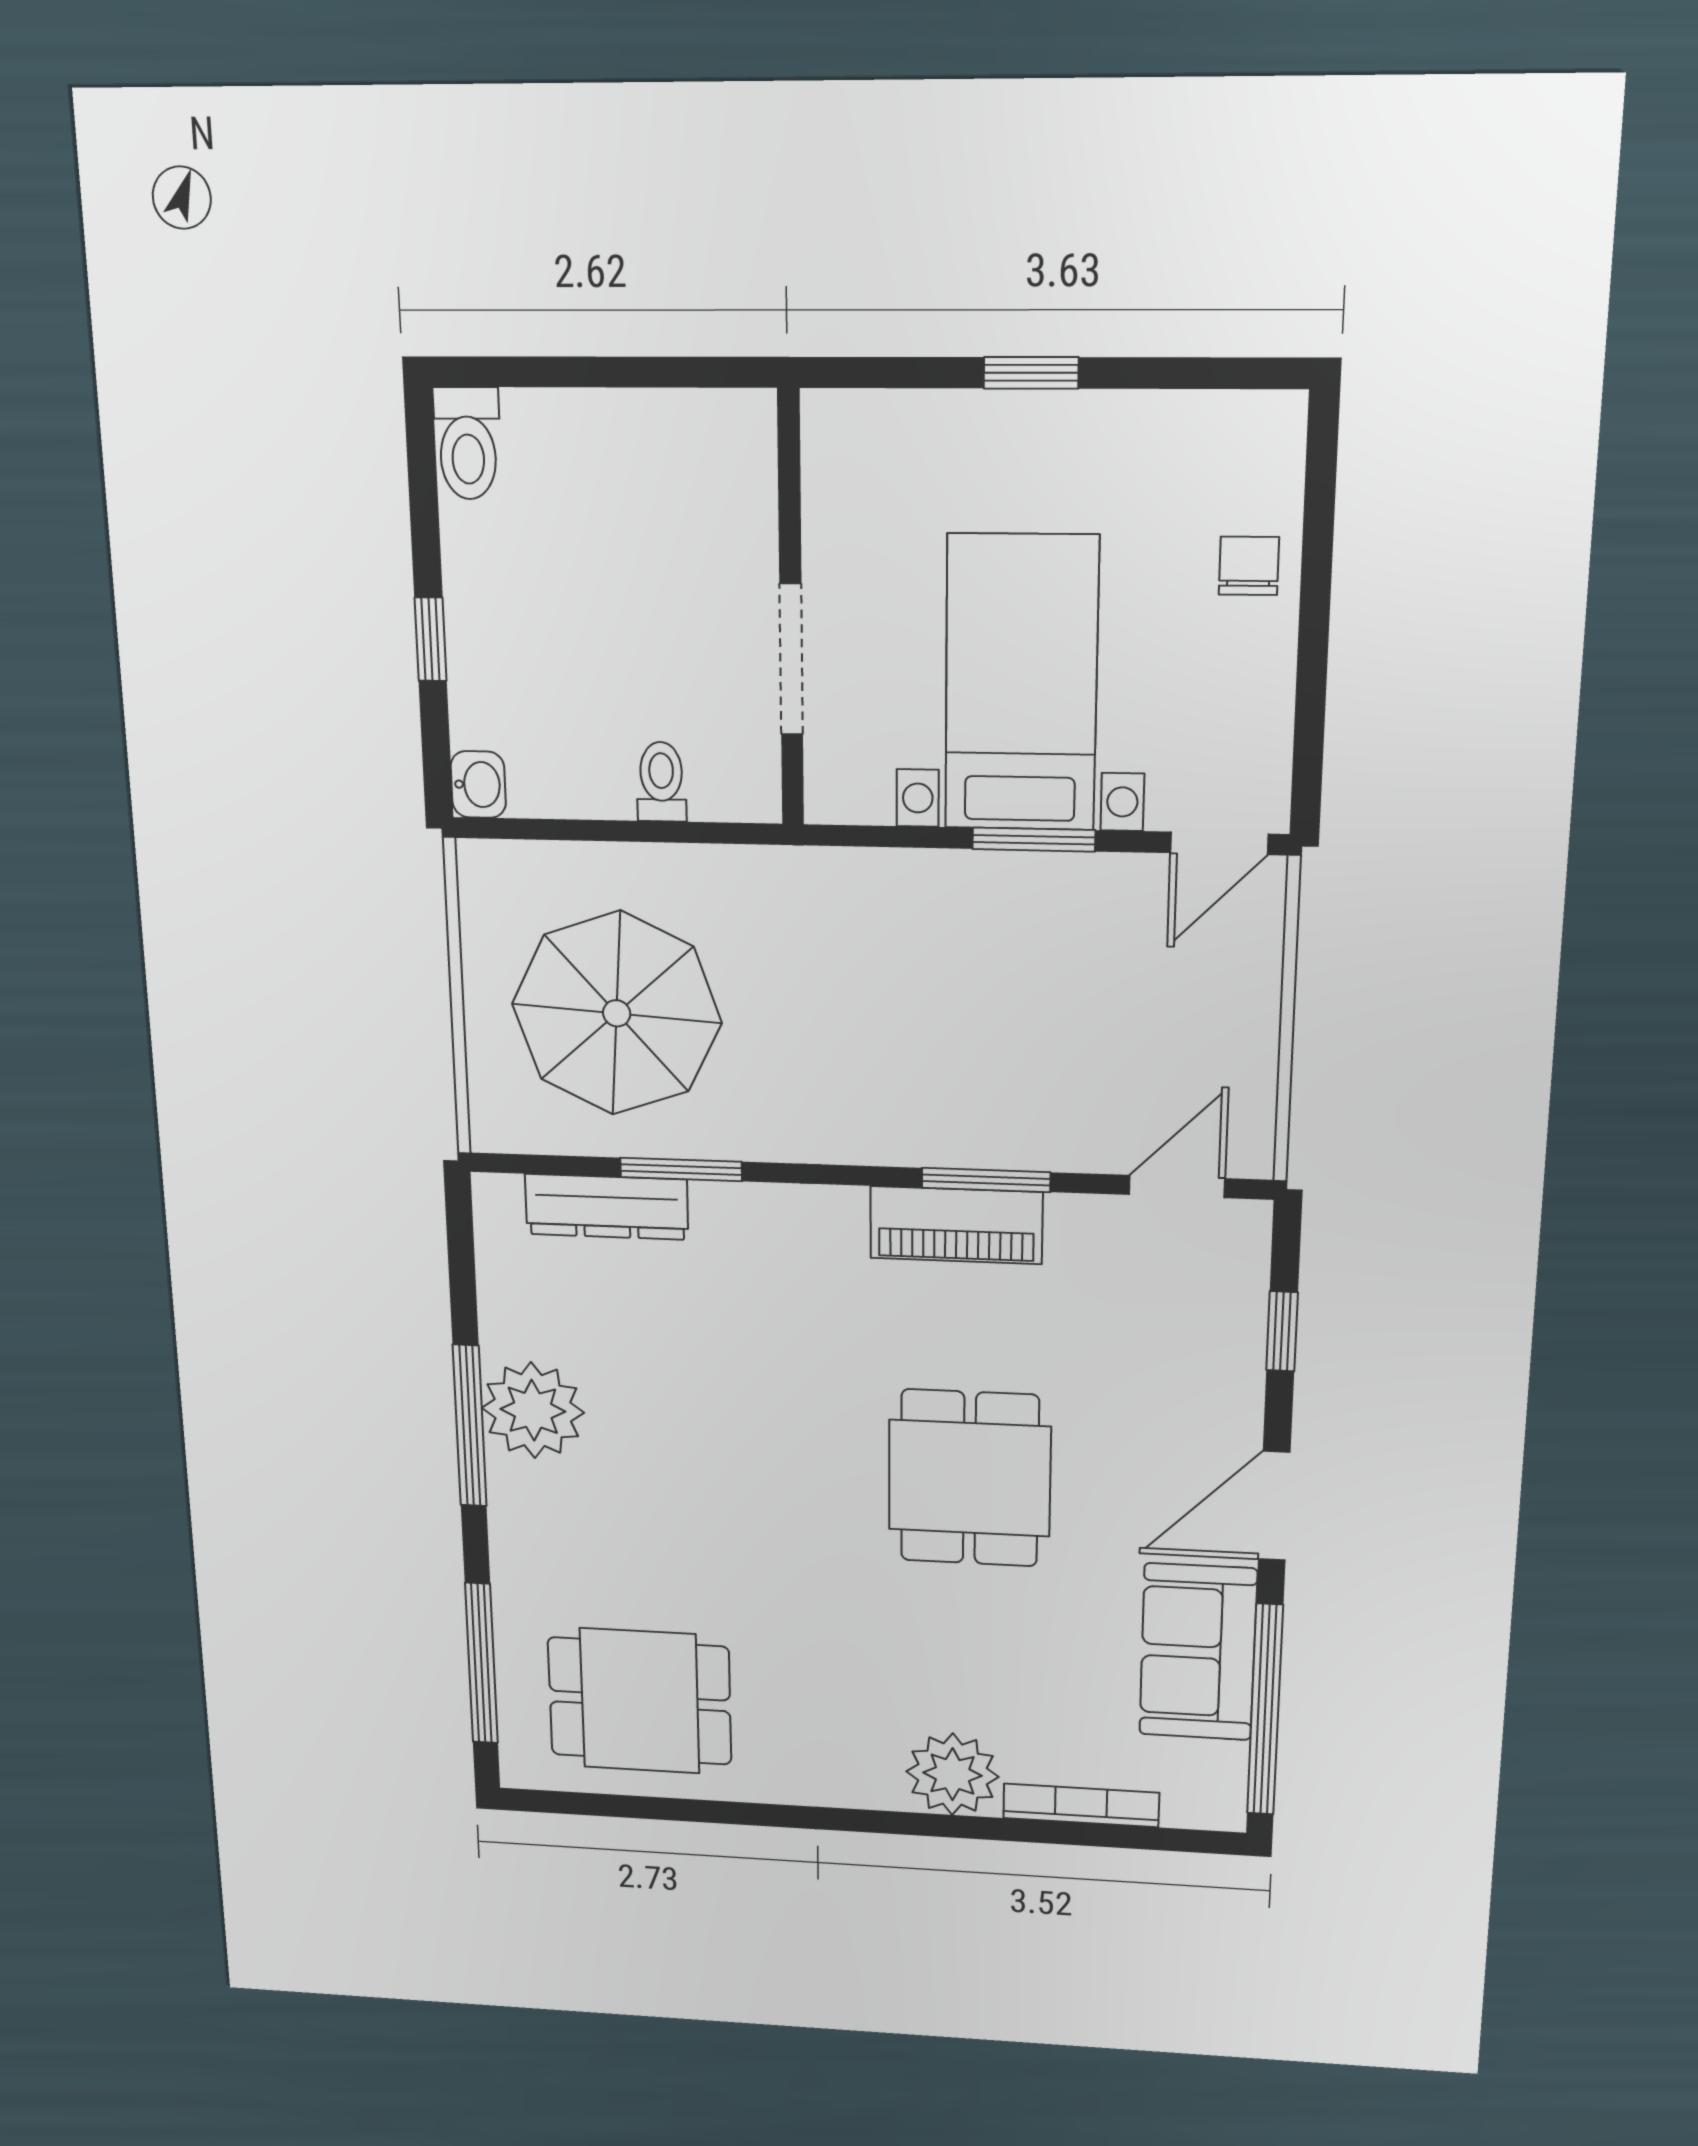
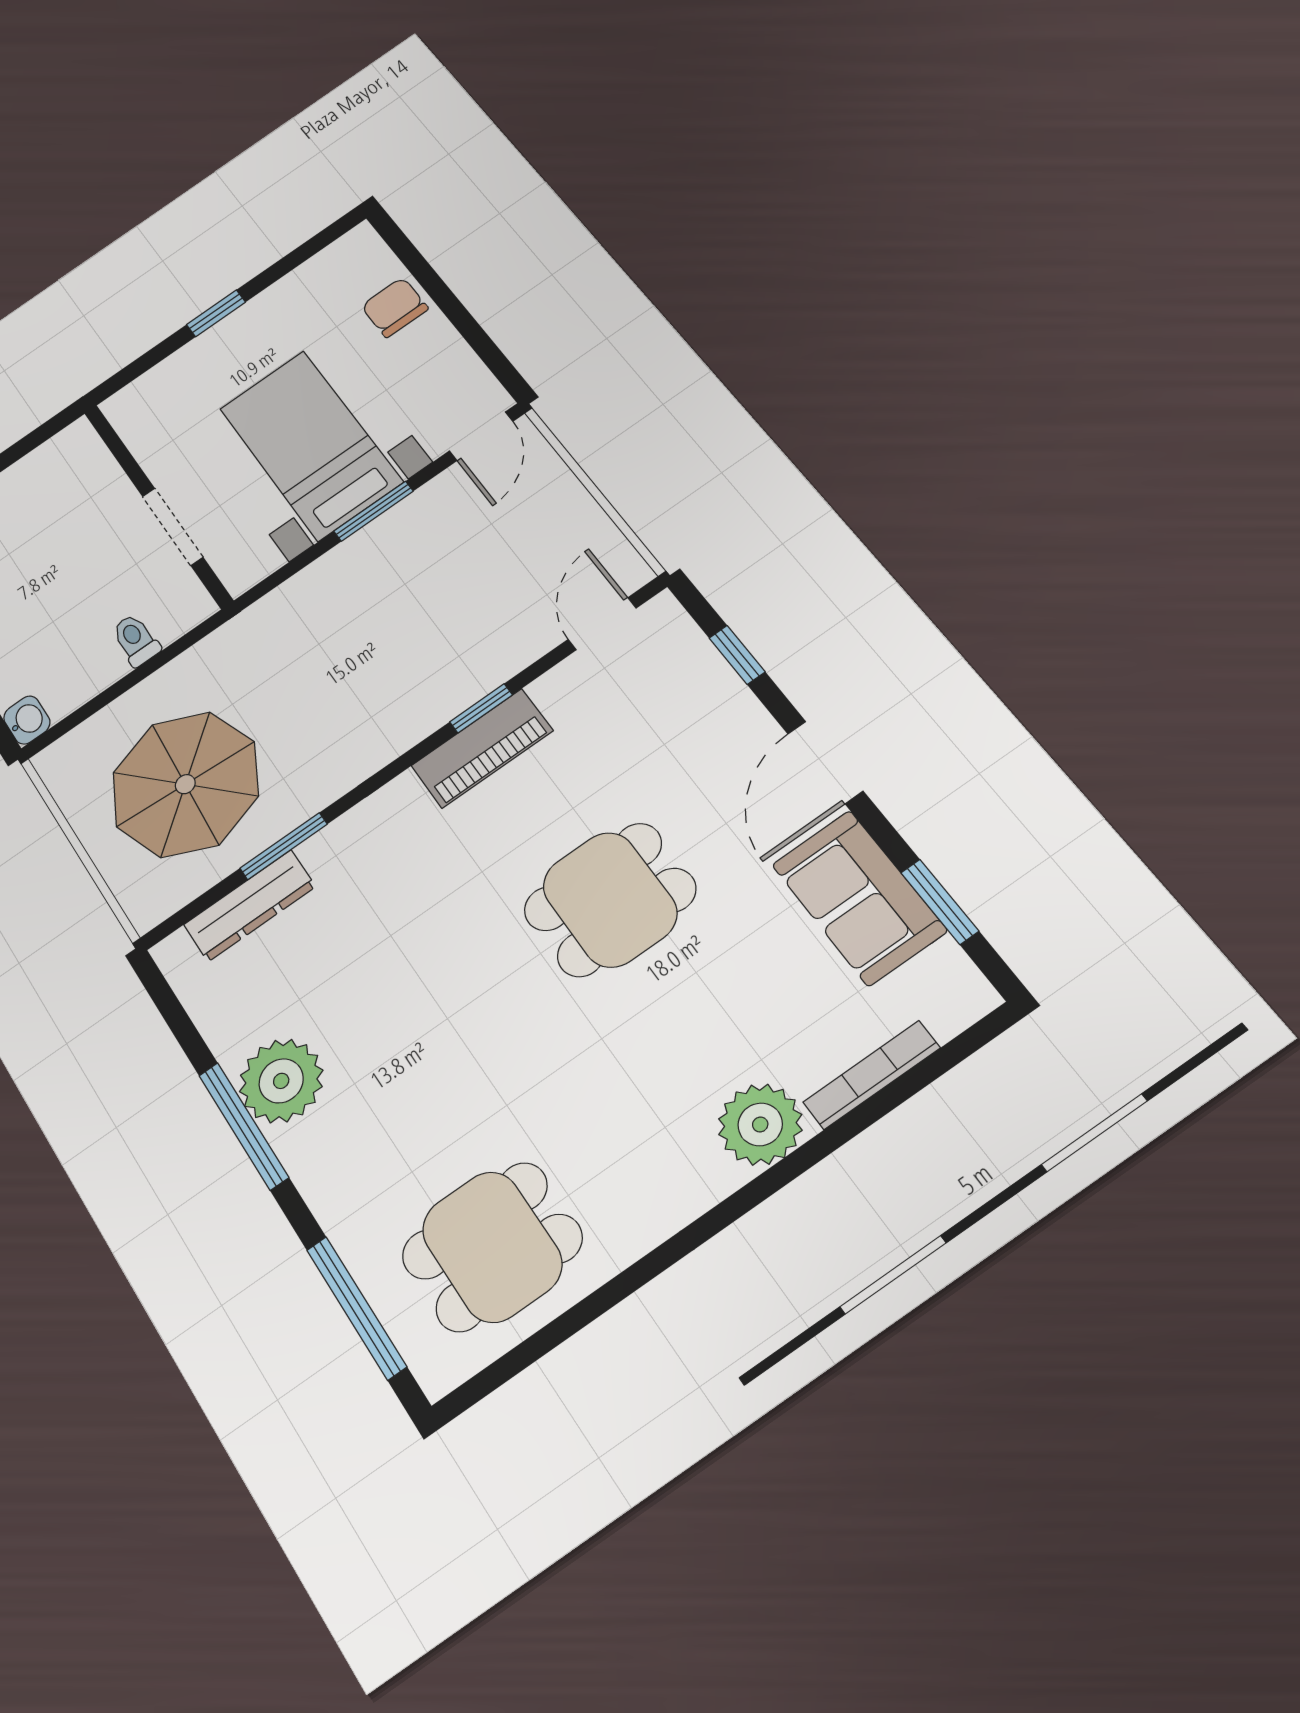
chair: (1249, 566) -> (395, 307), width x1.37, depth x1.37
window: (986, 1180) -> (481, 708), width x0.67
dining table: (970, 1478) -> (610, 900), turned 90
window: (1265, 1710) -> (940, 902), width x0.47

